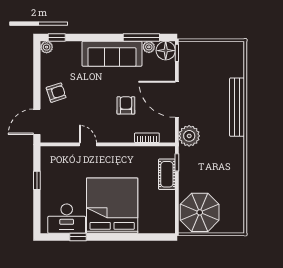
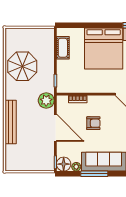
window: (141, 37) -> (94, 174), moved
armchair: (126, 105) -> (93, 123), turned -90
cot: (167, 174) -> (63, 48), moved
parasol: (200, 212) -> (22, 66), moved

